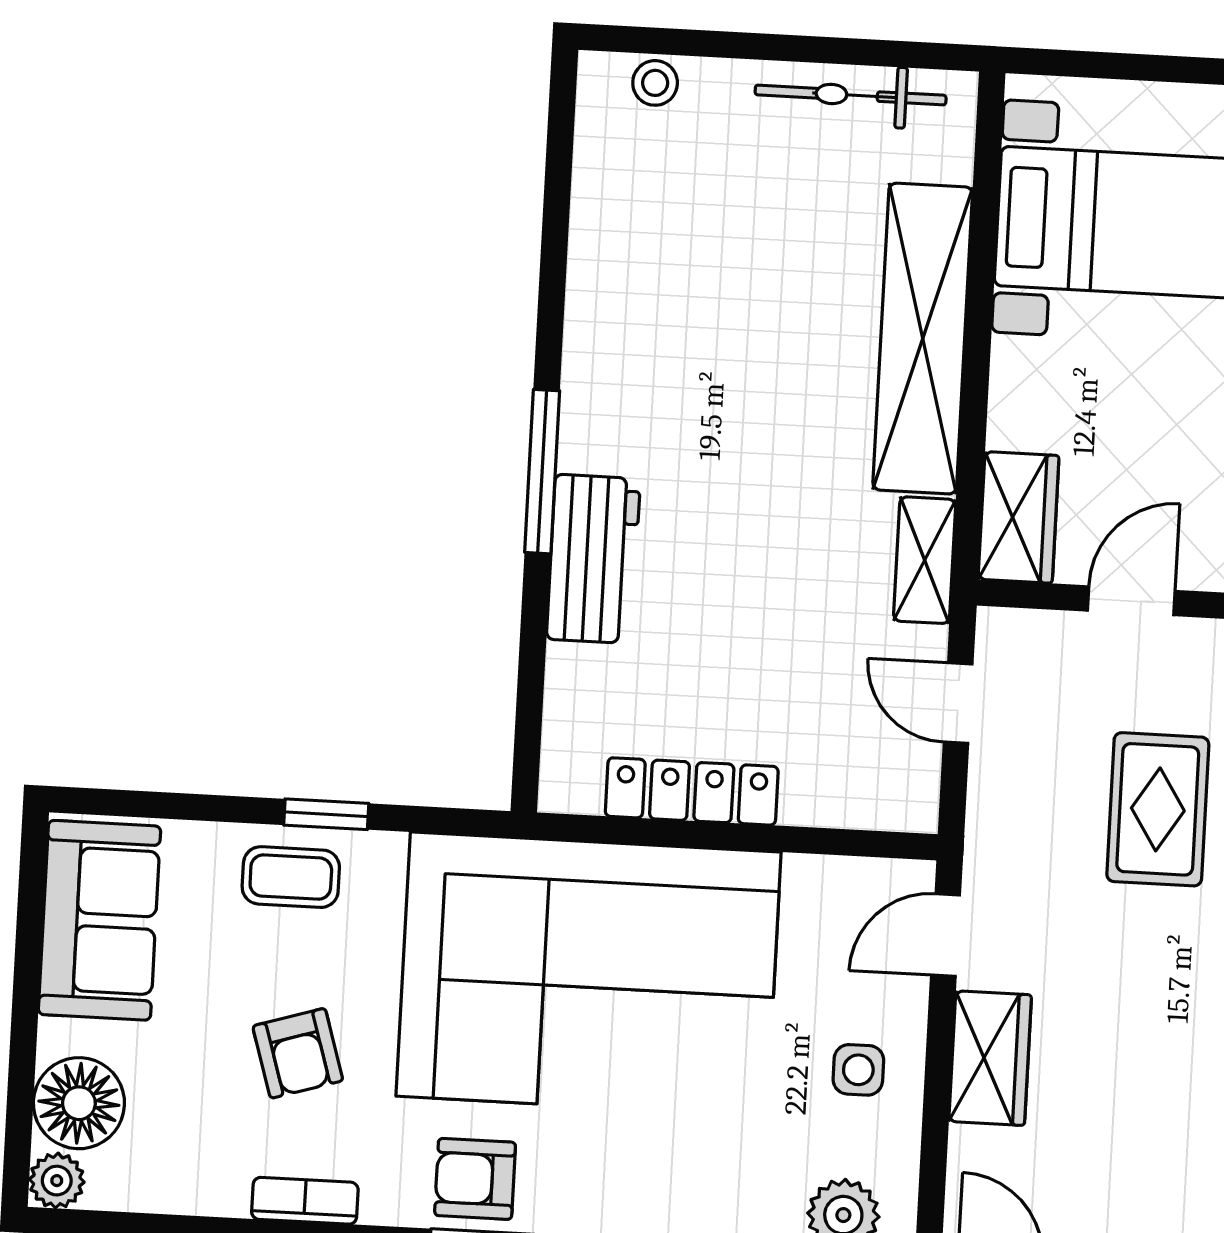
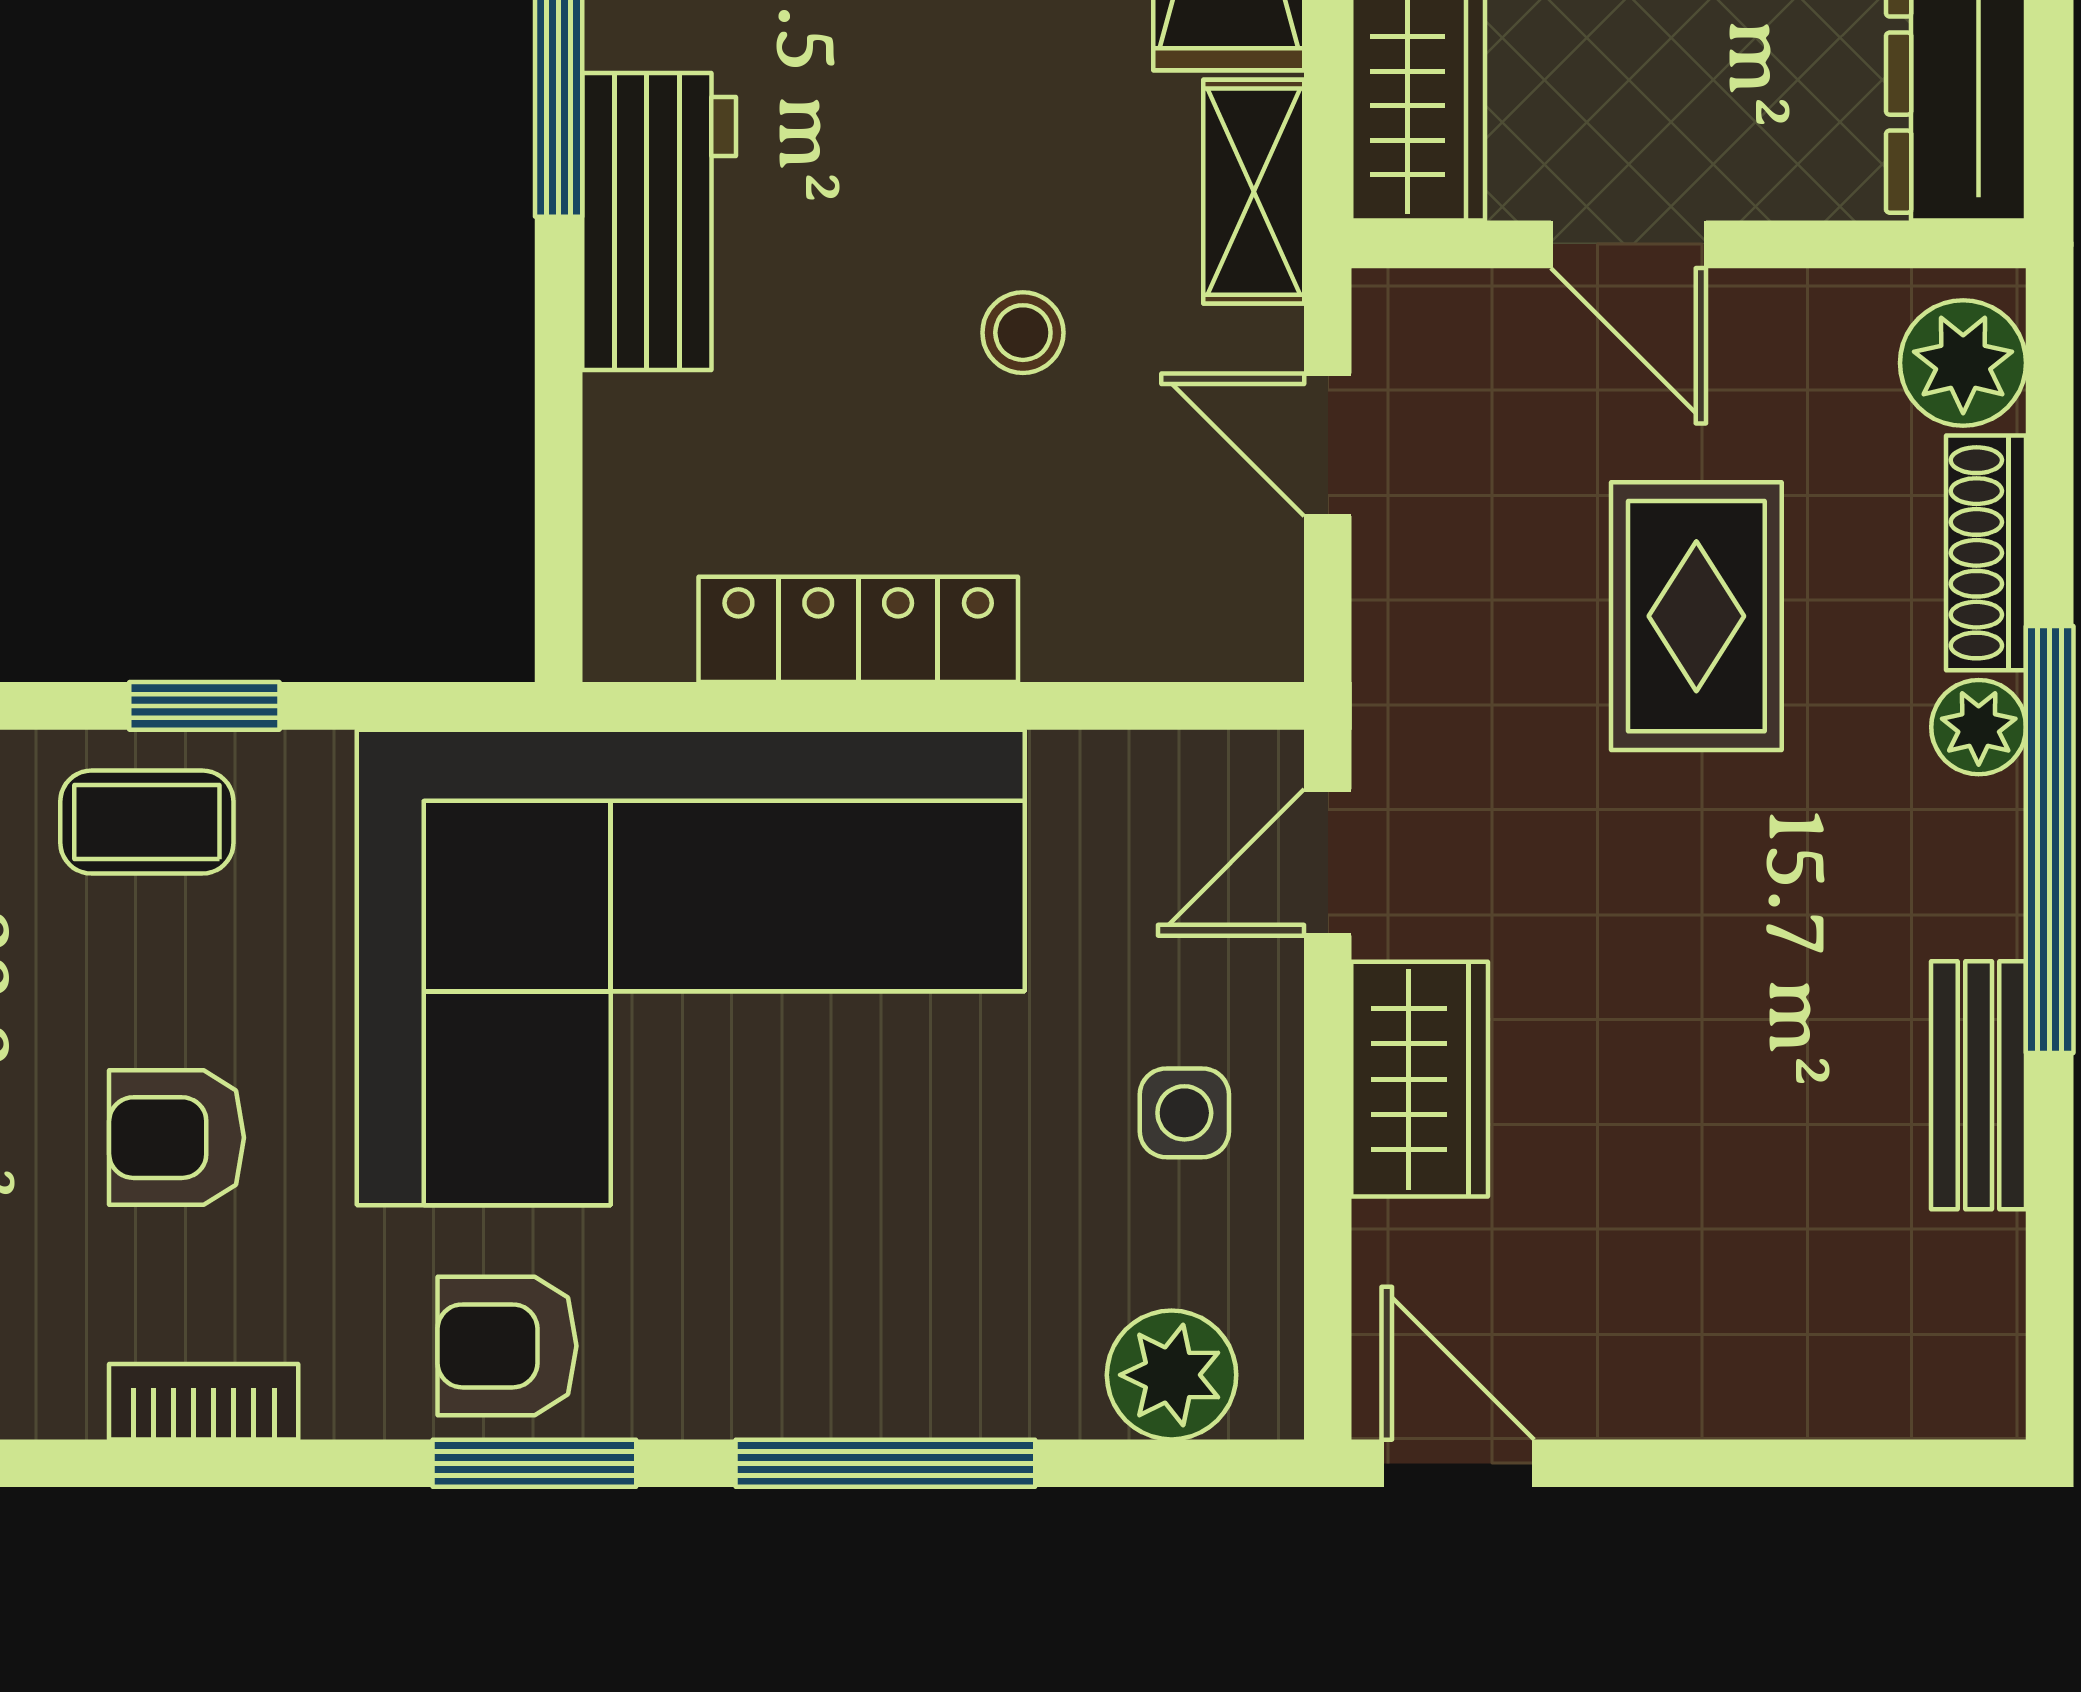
door: (1131, 601) -> (1629, 244), swing flipped
stool: (792, 632) -> (1023, 333), added
armchair: (298, 1053) -> (177, 1138), turned 107

